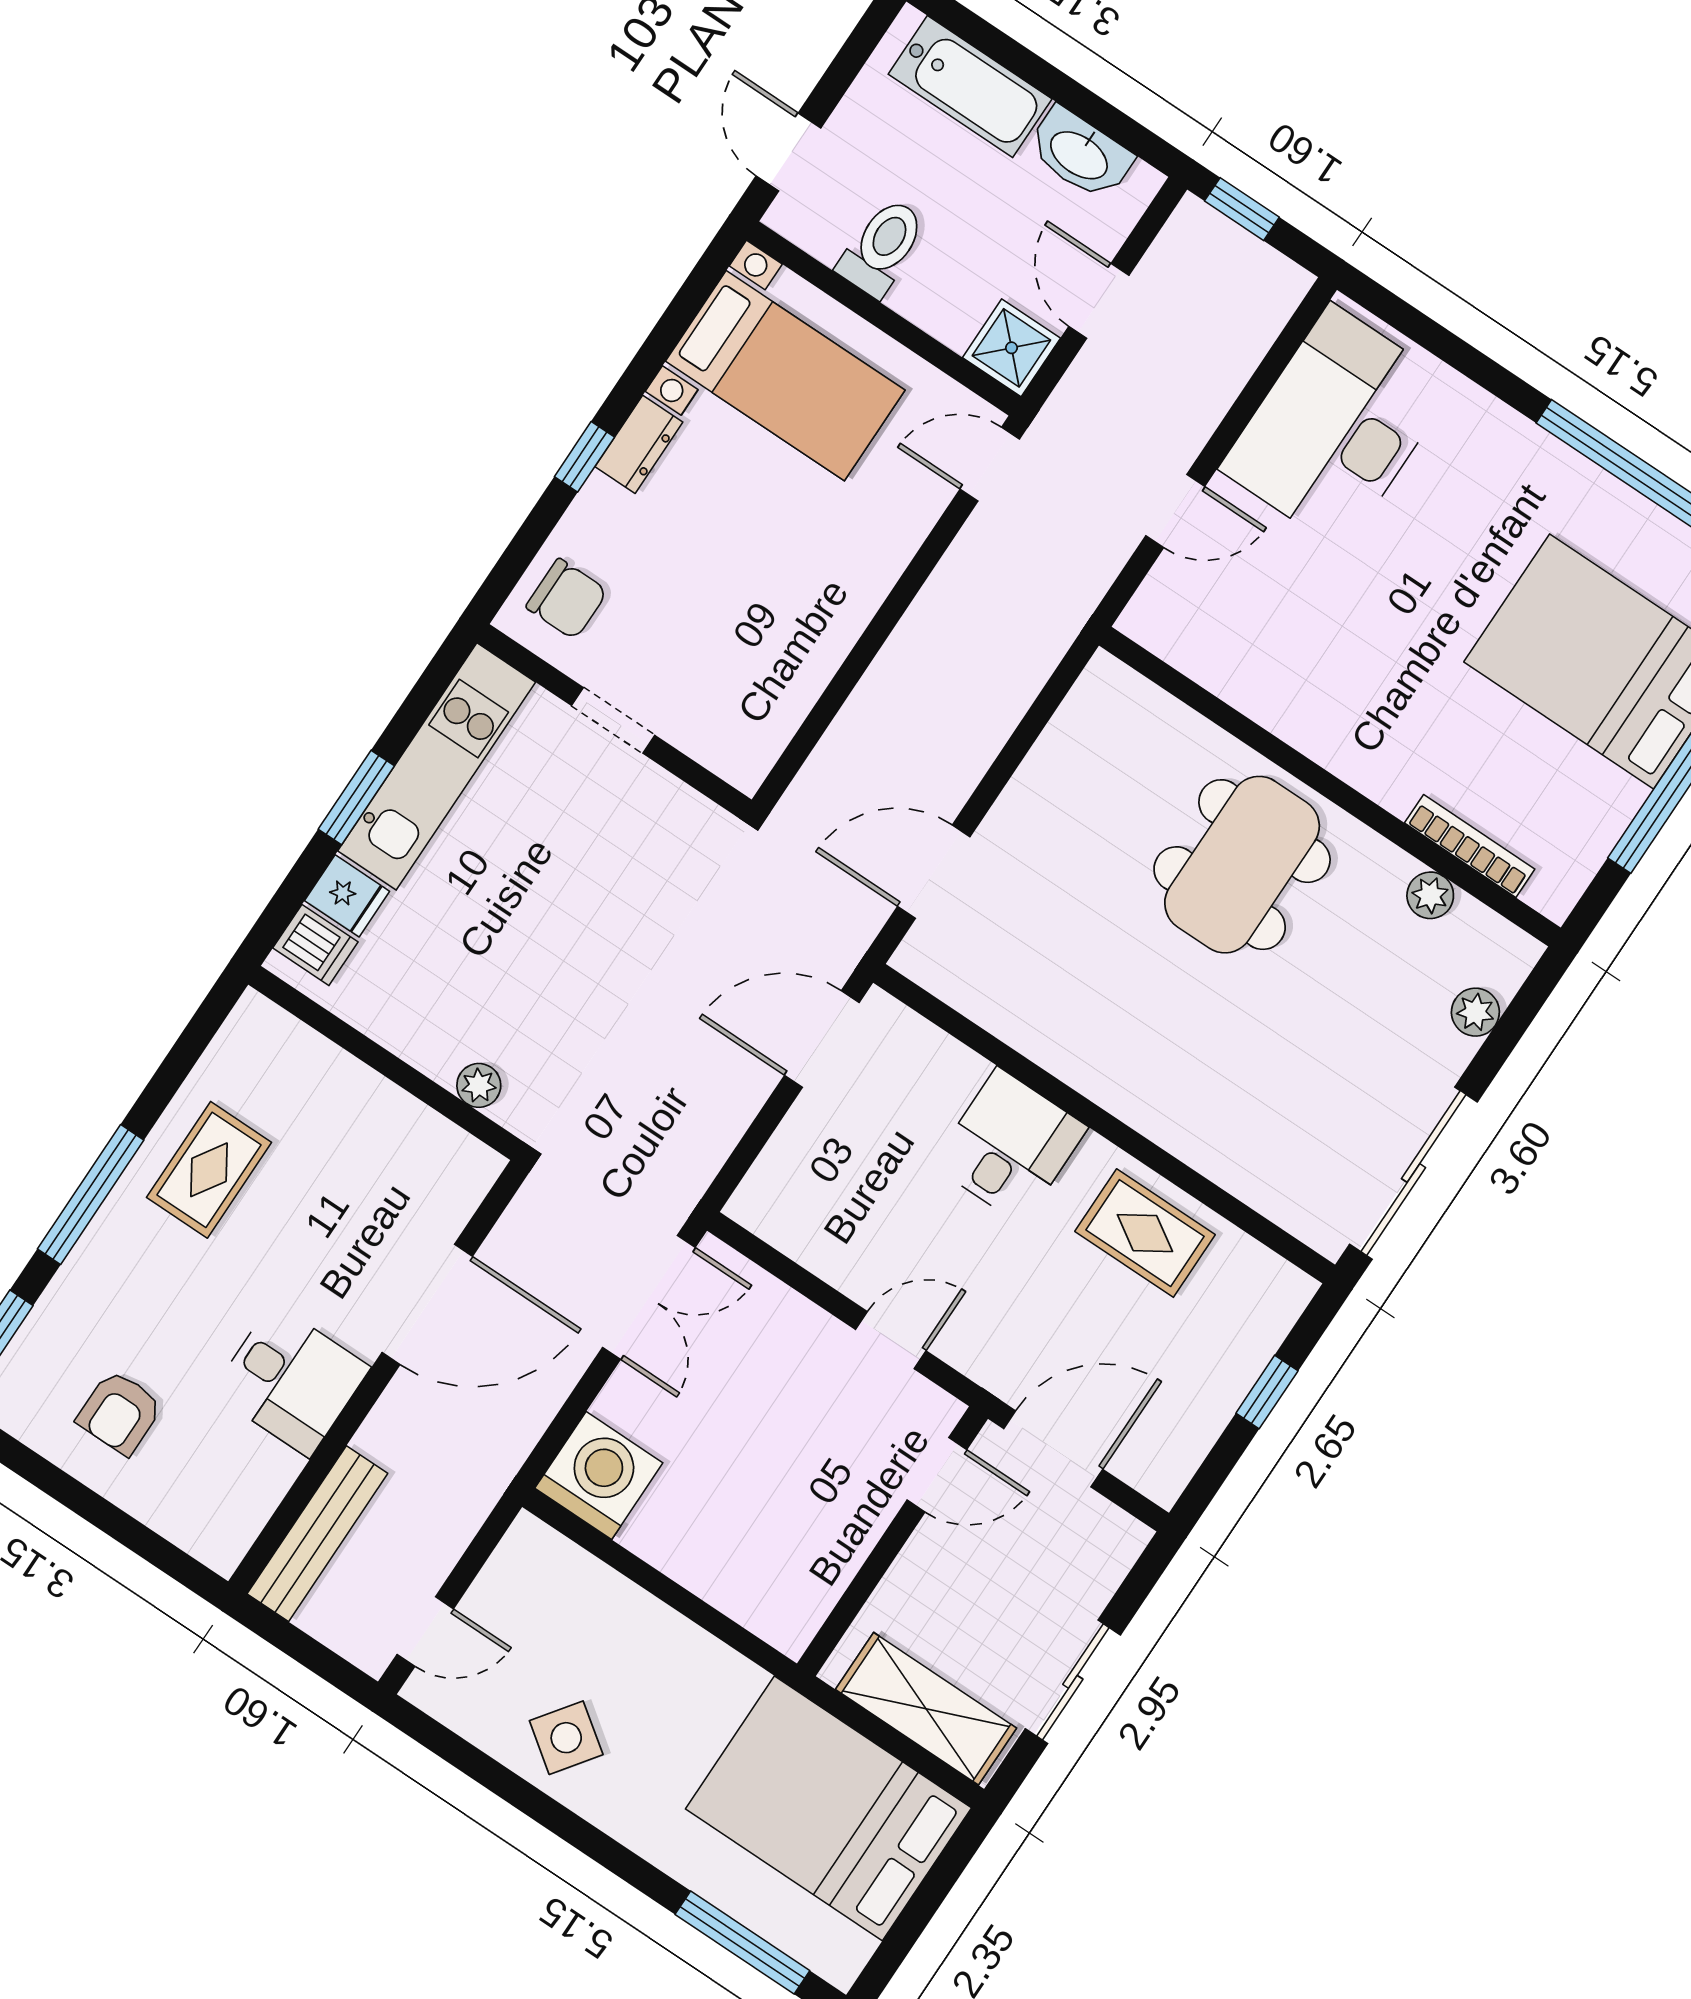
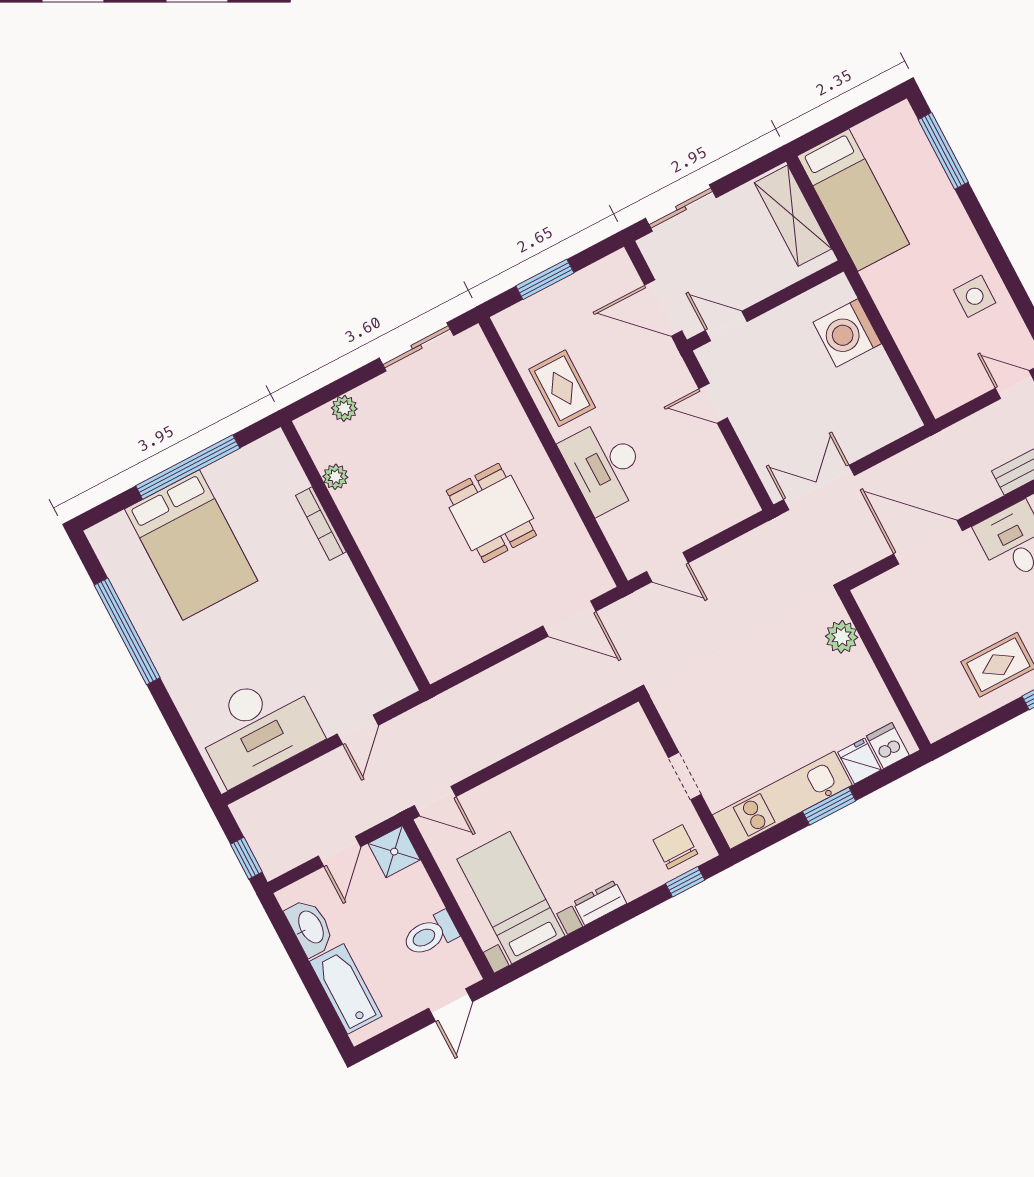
window: (584, 457) -> (685, 882), moved
door: (1175, 511) -> (358, 730), swing flipped
bookcase: (1470, 846) -> (321, 524), moved
dining table: (1242, 865) -> (491, 513), moved, width x0.73
door: (822, 1039) -> (667, 567), width x0.73
plant: (479, 1085) -> (842, 637), width x1.38, depth x1.38
desk: (1010, 1146) -> (605, 466), width x1.37
sliding door: (1413, 1173) -> (416, 347), width x0.73
window: (1267, 1392) -> (545, 279), width x1.50
washing machine: (599, 1476) -> (847, 333), moved
sliding door: (1073, 1682) -> (681, 208), moved
side table: (566, 1738) -> (975, 296), turned -36
bed: (828, 1808) -> (853, 200), width x0.67

